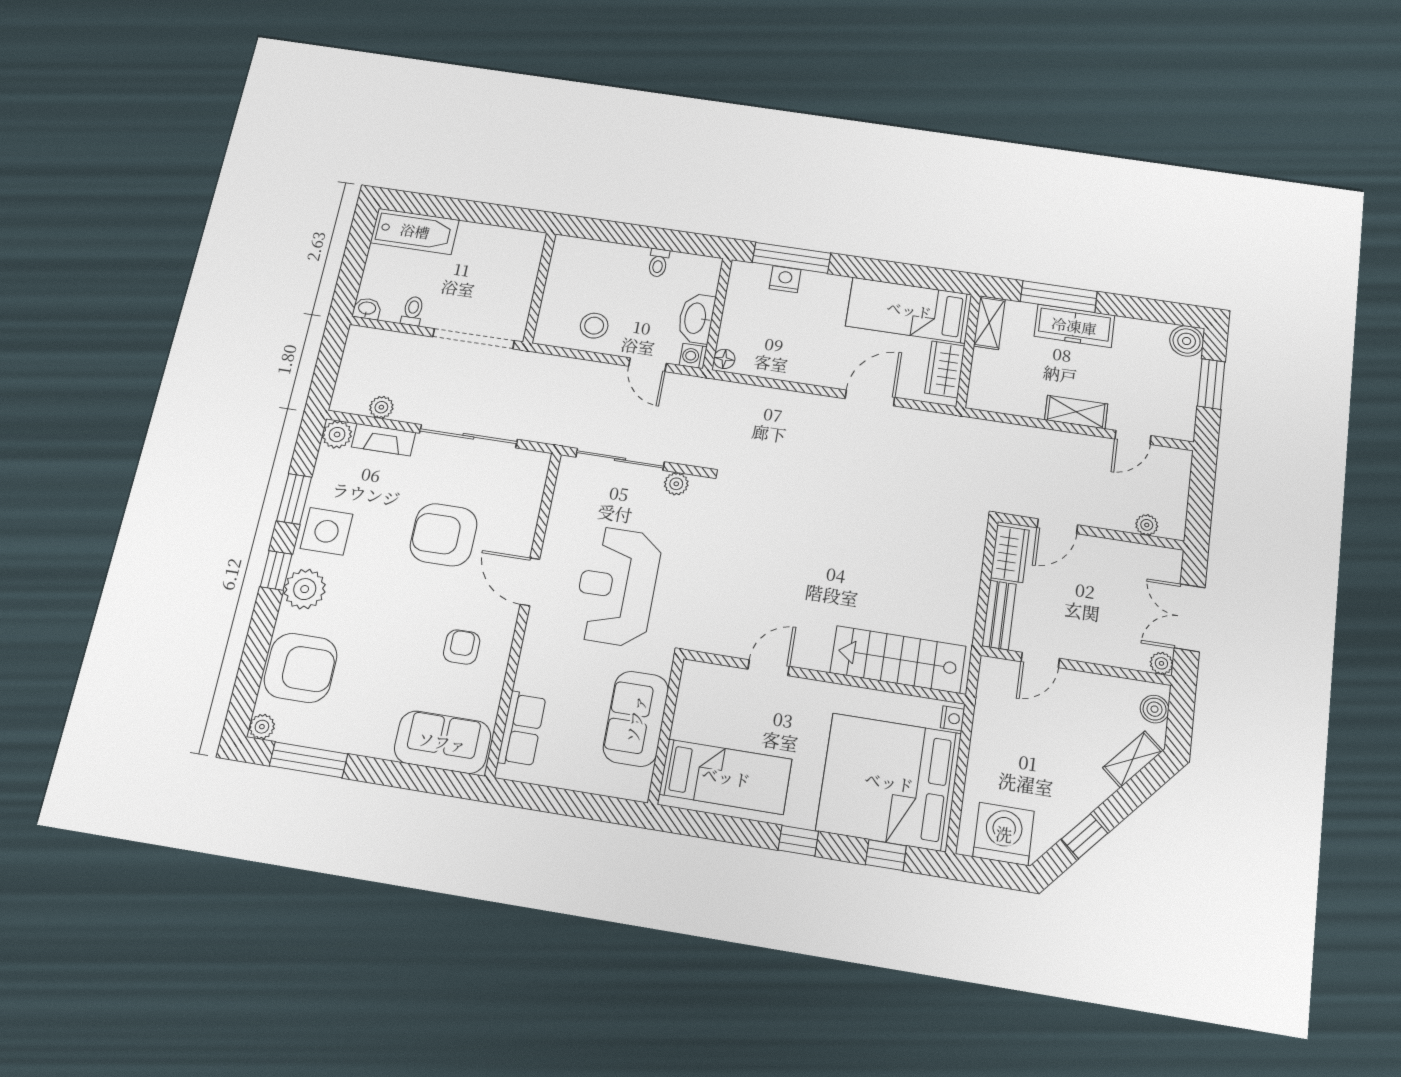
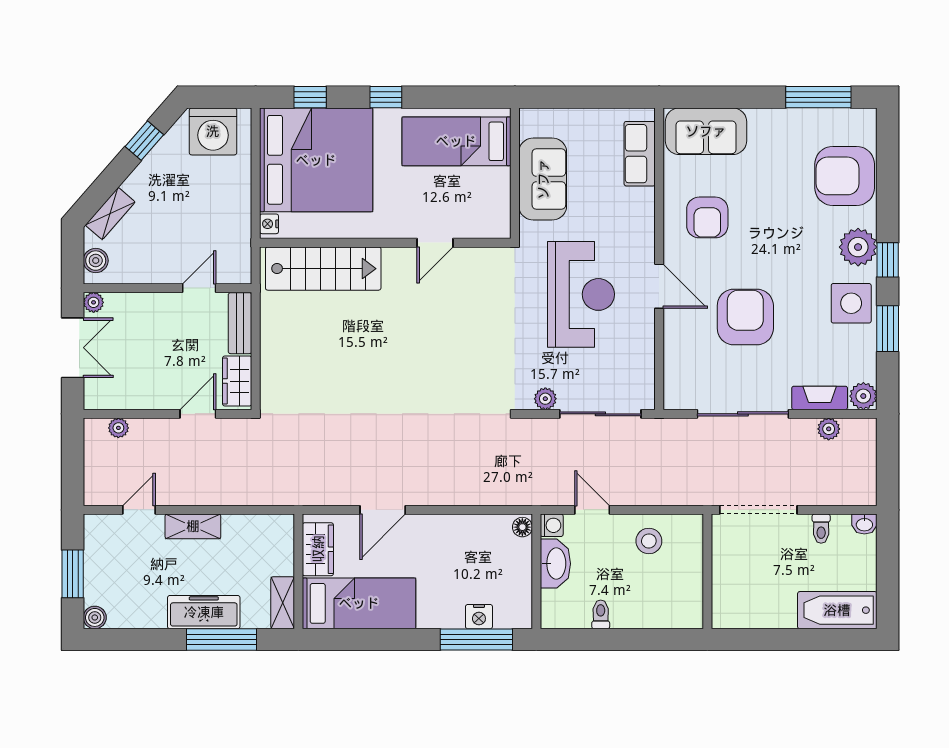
boiler: (1187, 341) -> (95, 617), width x0.73, depth x0.73
armchair: (444, 535) -> (745, 317), turned -90
armchair: (462, 647) -> (707, 217), width x1.38, depth x1.38
plant: (262, 727) -> (866, 119), removed

